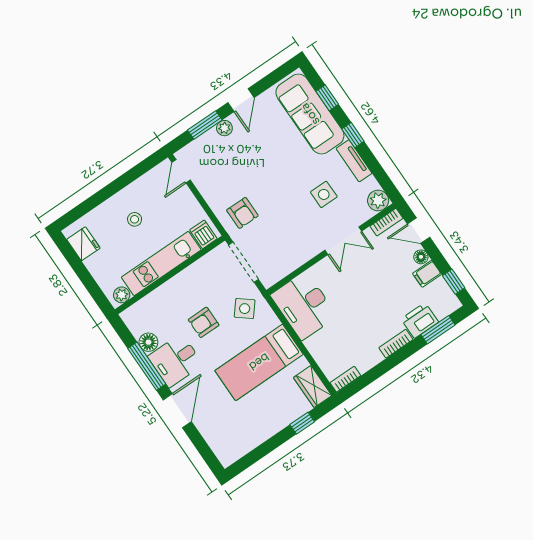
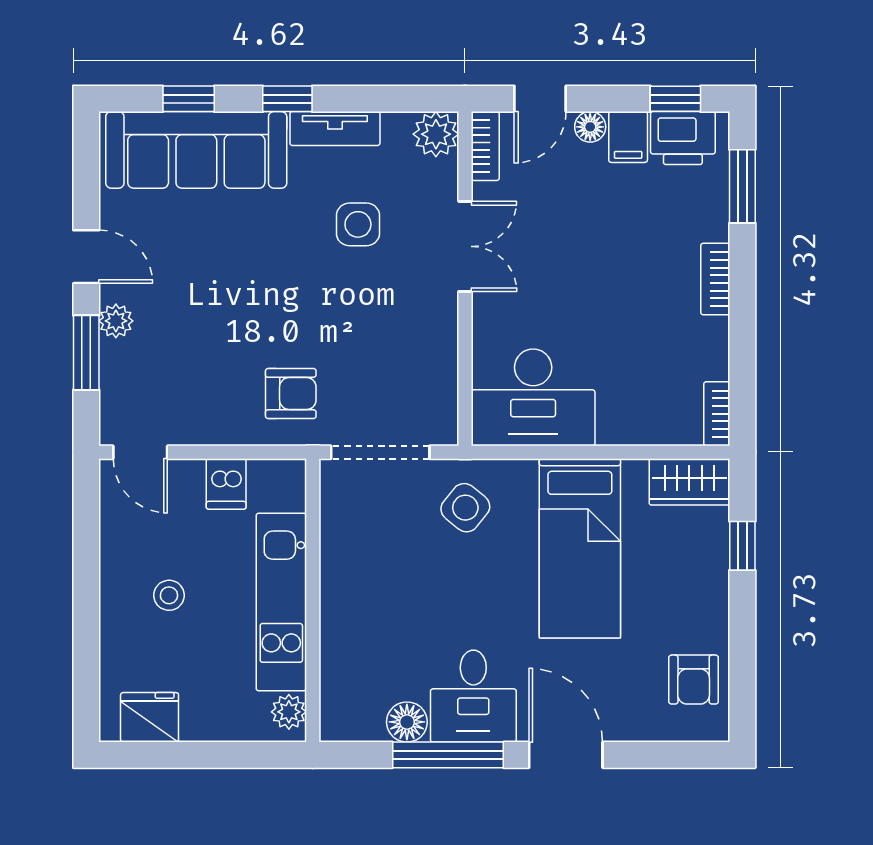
dishwasher: (203, 234) -> (226, 484), moved, turned -90
printer: (420, 320) -> (683, 138), moved, turned -90
armchair: (204, 322) -> (694, 680), moved

